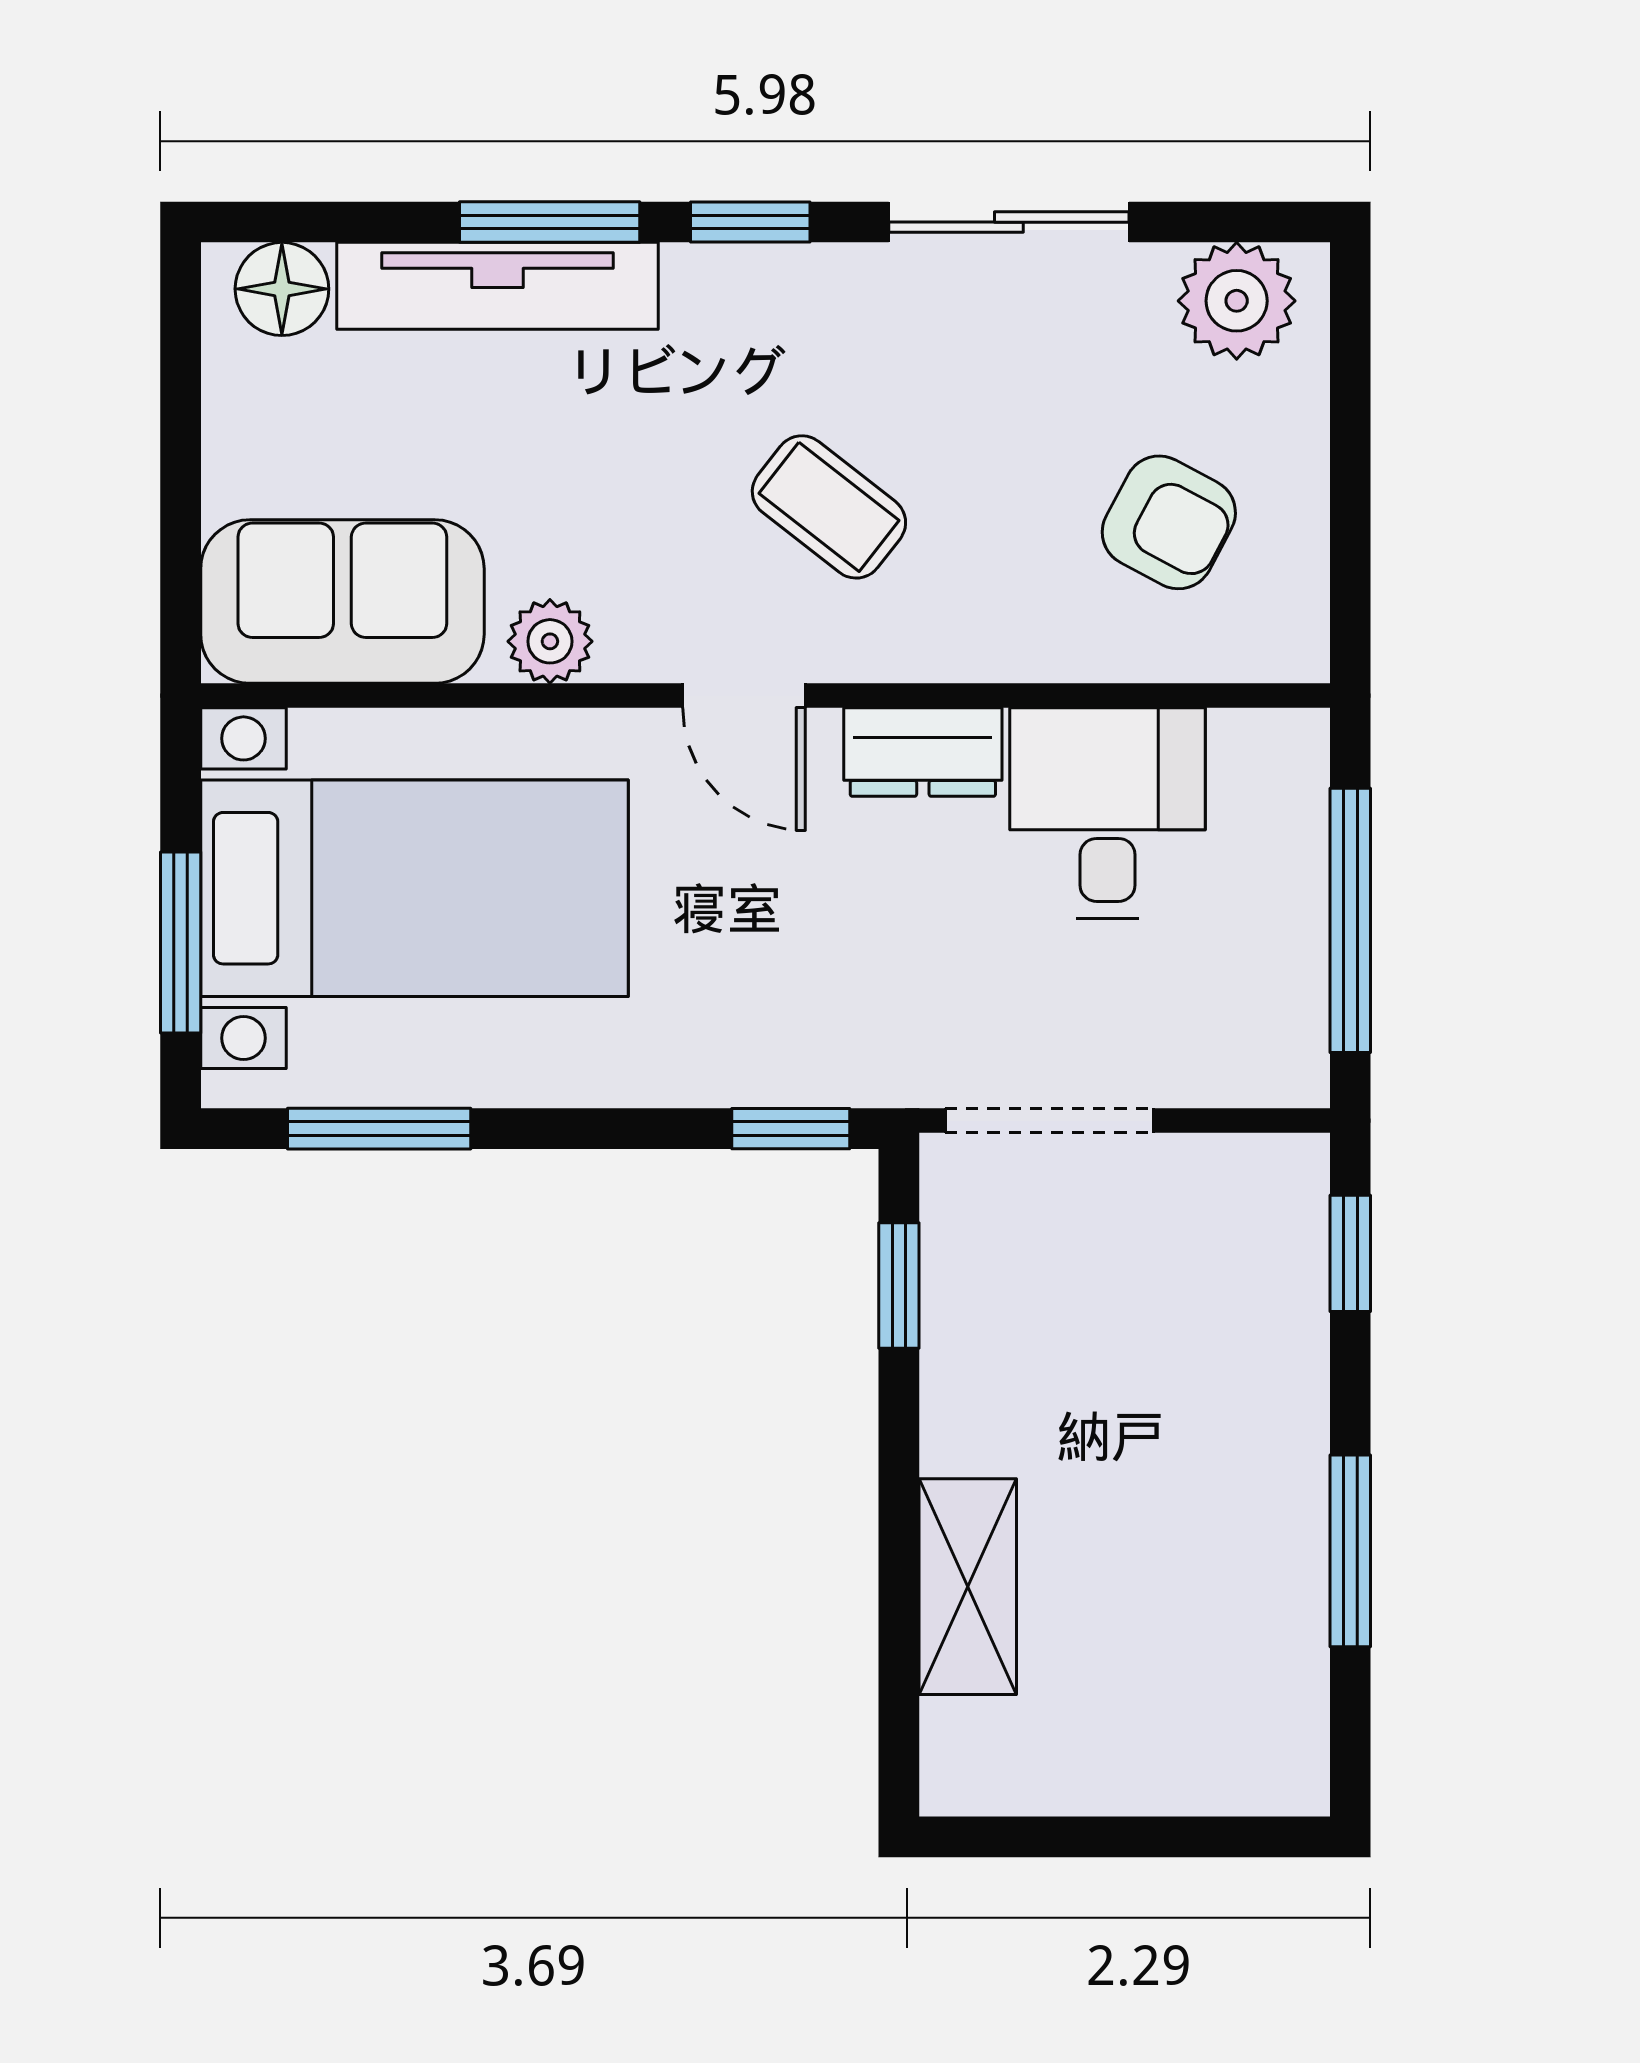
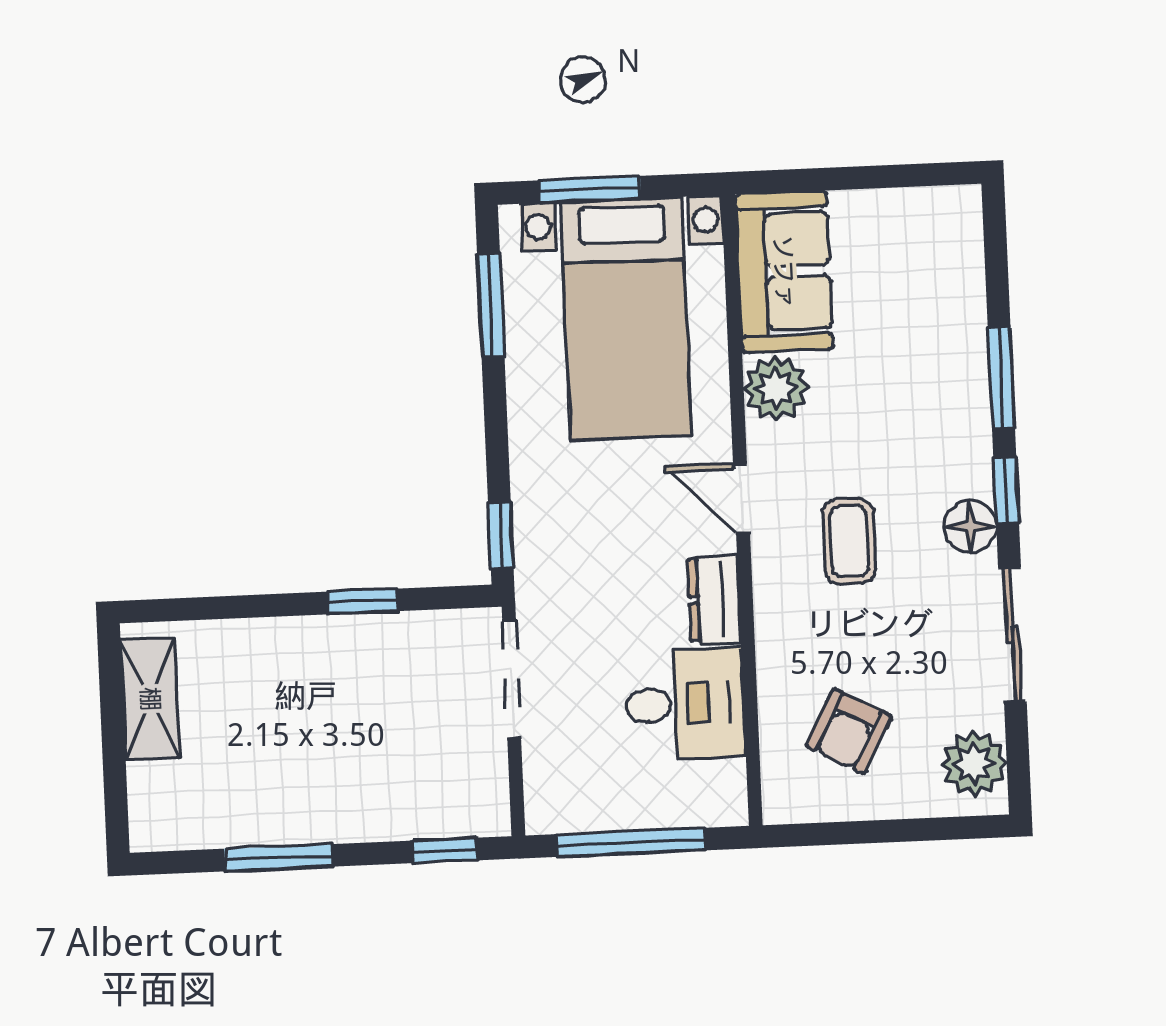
tv unit: (497, 286) -> (964, 350), removed
floor lamp: (282, 289) -> (970, 526), moved
coffee table: (829, 507) -> (849, 541), turned -38
plant: (550, 641) -> (776, 388), width x1.38, depth x1.38
door: (744, 696) -> (742, 498), hinge flipped
window: (899, 1285) -> (363, 601), moved
shelving: (968, 1587) -> (150, 699), moved, turned 90

